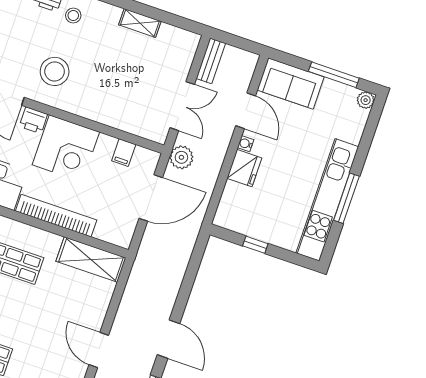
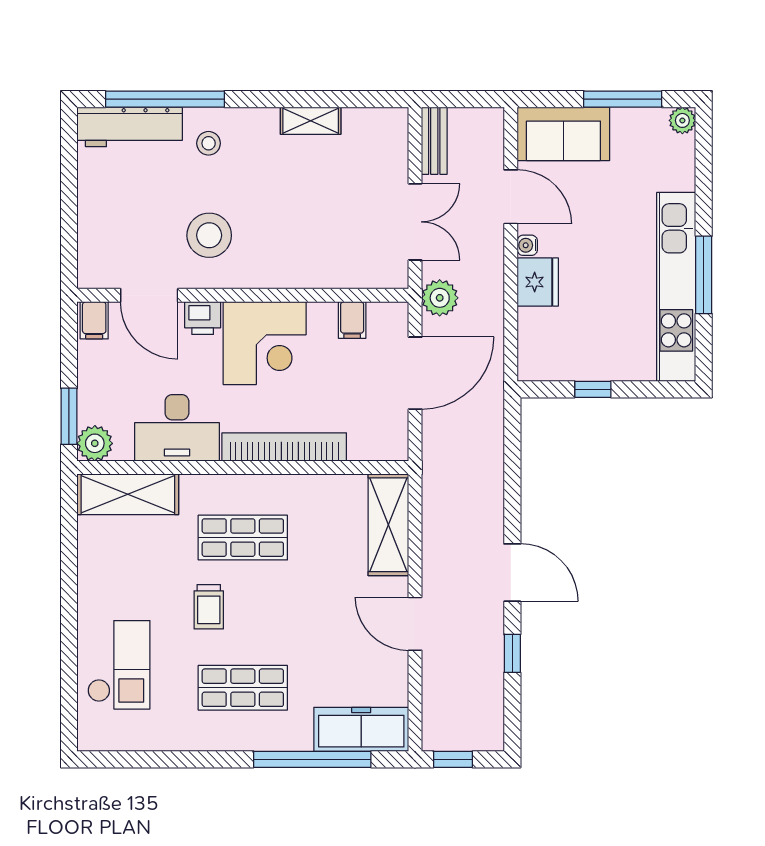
shelving: (91, 260) -> (388, 525), moved, turned 90

